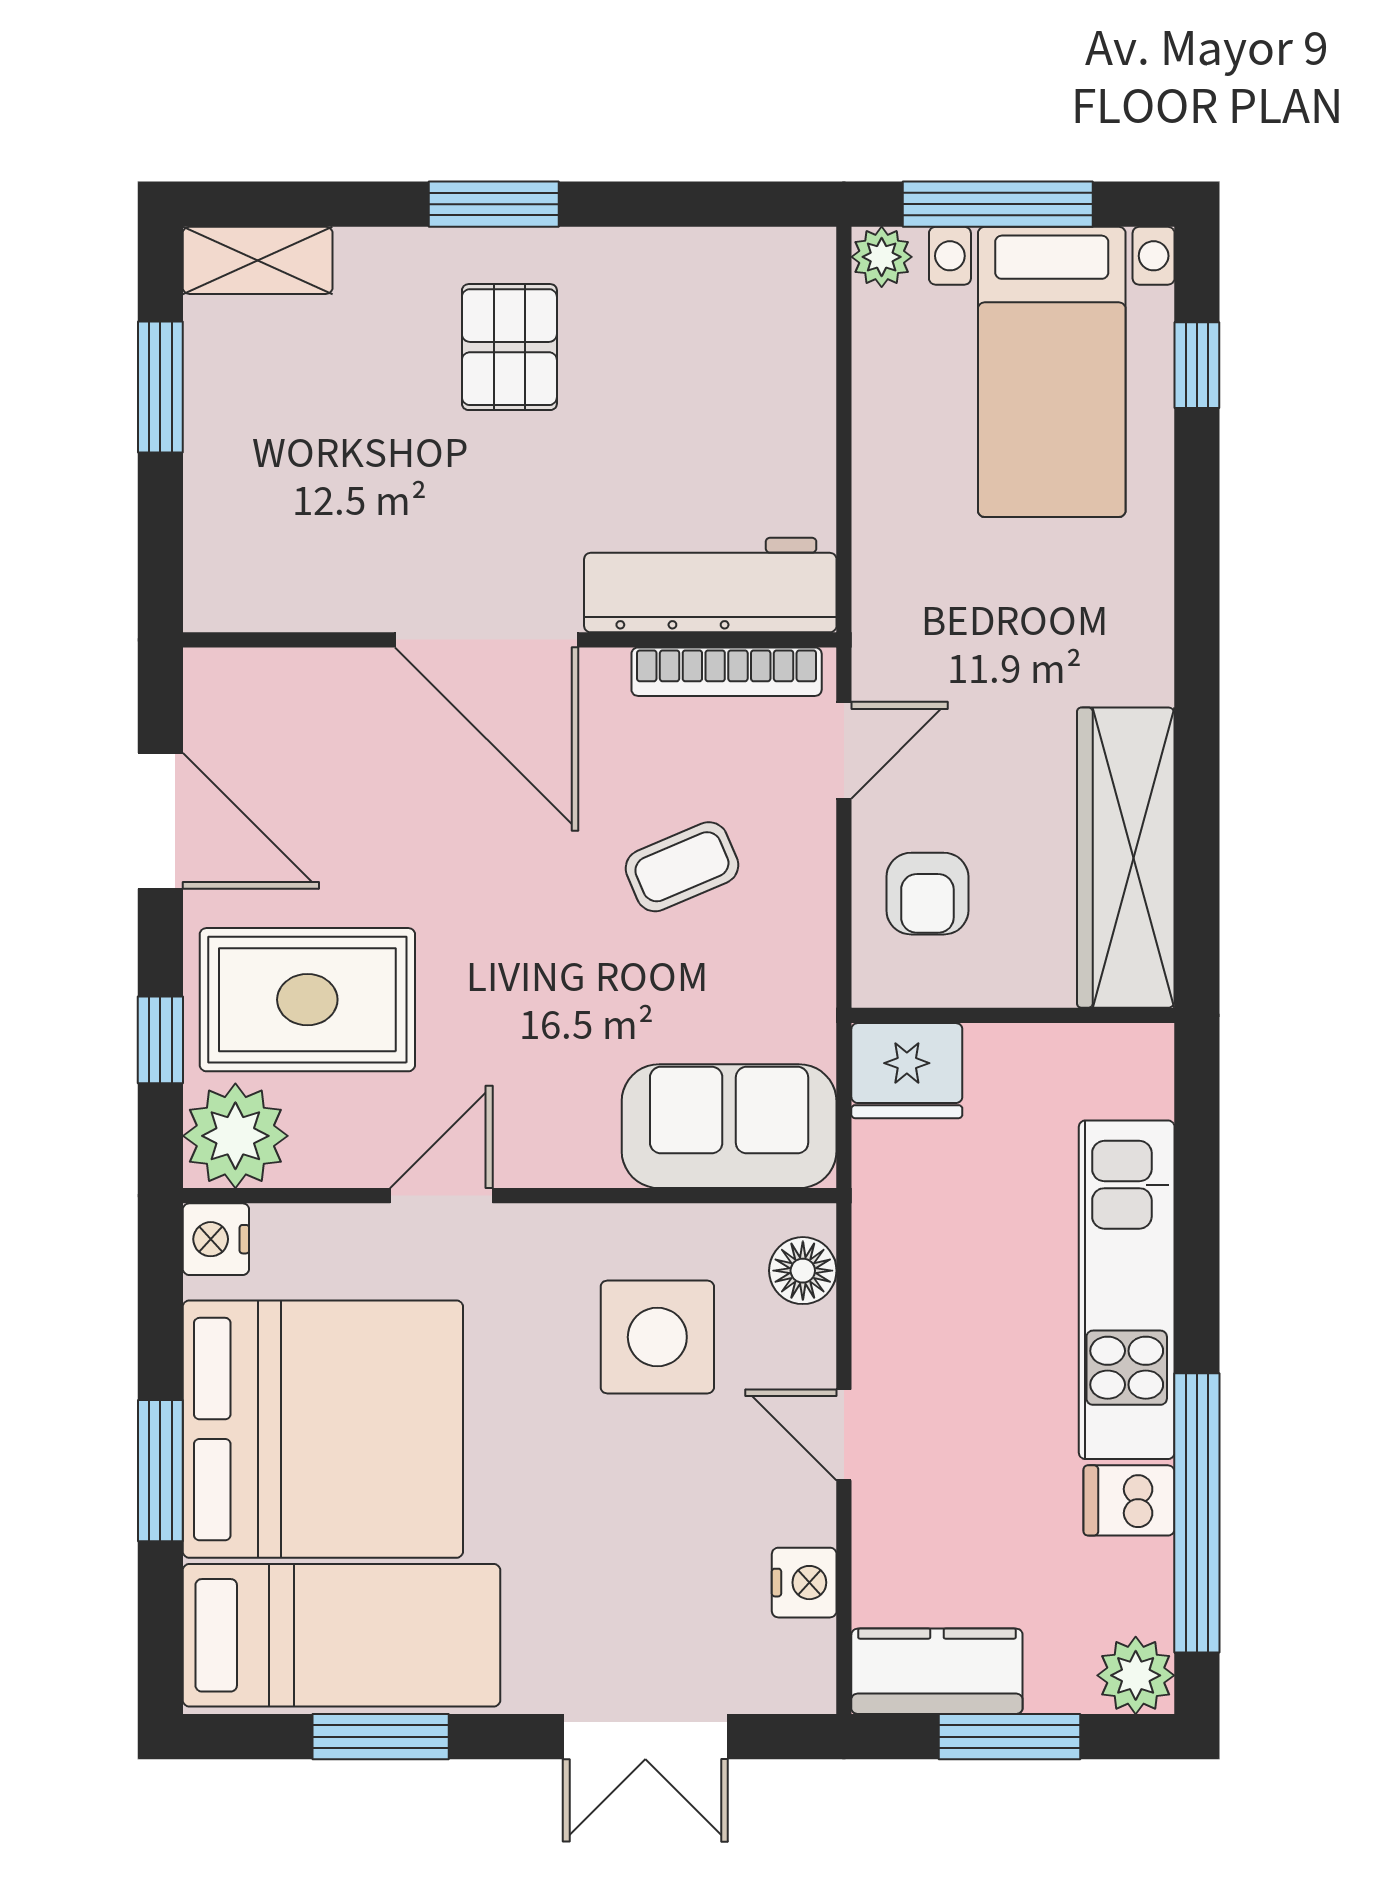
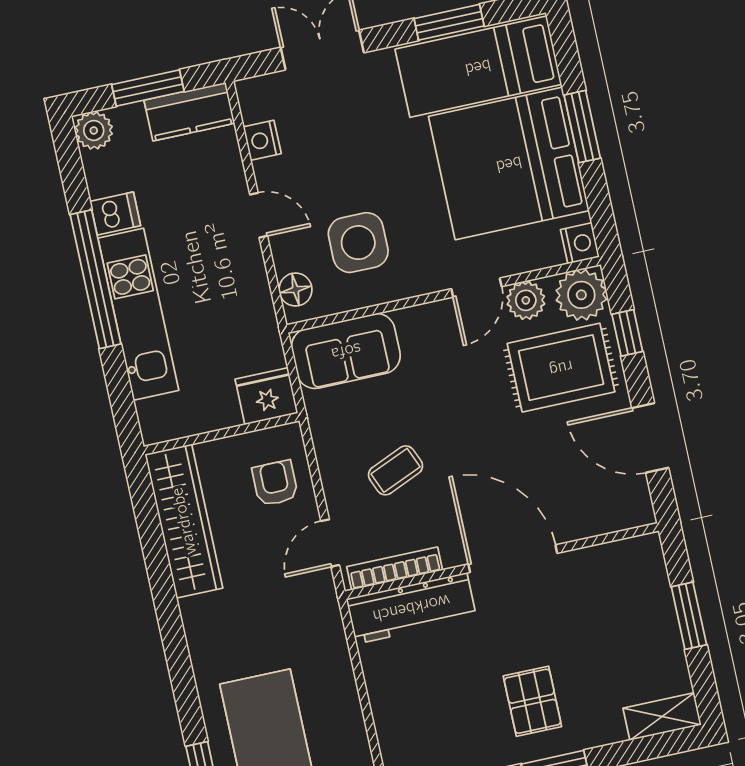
window: (160, 387) -> (689, 616), moved
plant: (348, 1149) -> (526, 300), added
window: (1197, 1513) -> (95, 279), moved

